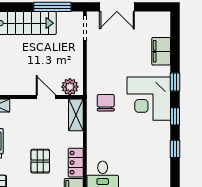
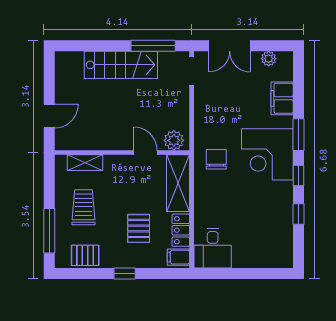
plant: (150, 18) -> (269, 59), added
window: (175, 82) -> (298, 135), width x1.50
shelving: (76, 115) -> (178, 183), width x1.50, depth x1.33

